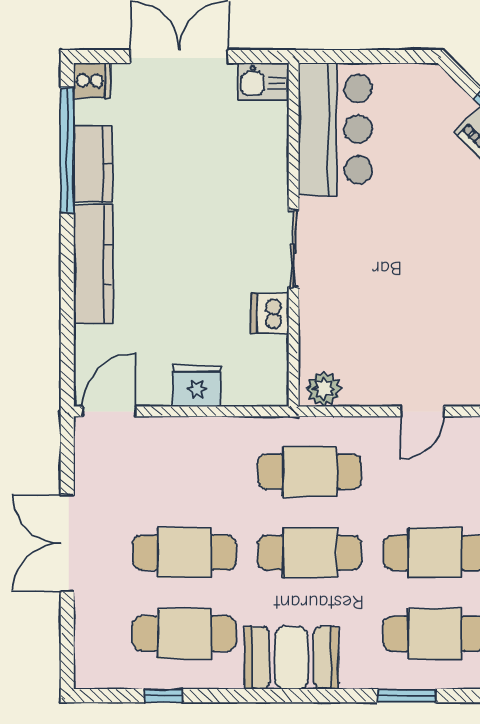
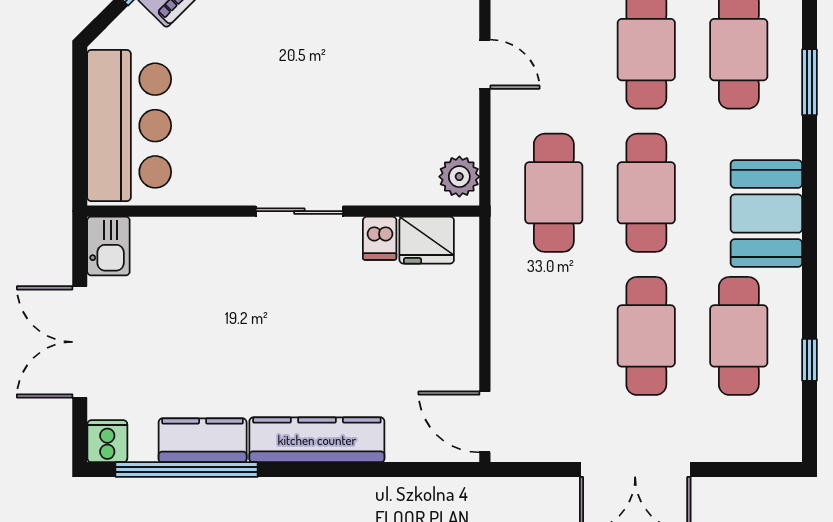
bar counter: (335, 129) -> (129, 126), moved, turned 90
dishwasher: (270, 314) -> (380, 238), width x0.73
fridge: (197, 386) -> (427, 240), moved, turned -90

